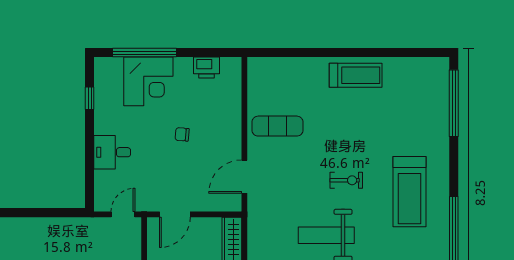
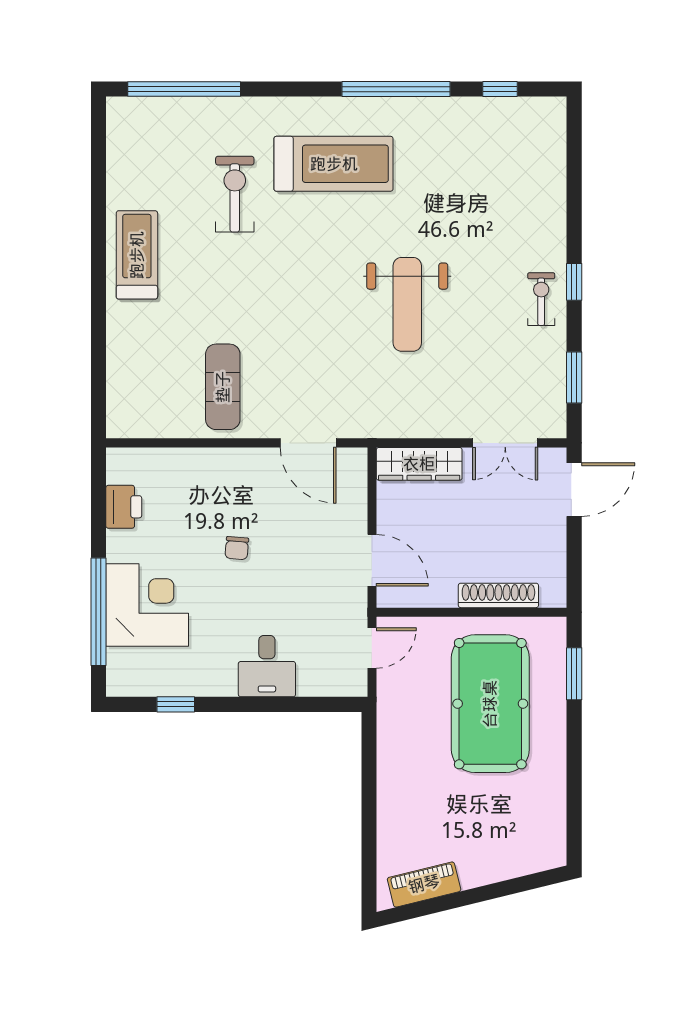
exercise bike: (346, 180) -> (235, 194), moved, width x1.38, depth x1.39
door: (123, 214) -> (372, 648), swing flipped

